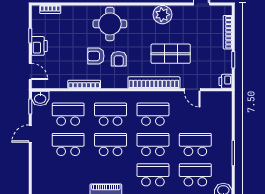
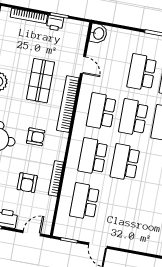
armchair: (96, 56) -> (27, 183), moved
printer: (226, 81) -> (55, 23), moved
door: (192, 90) -> (83, 65), hinge flipped
washbasin: (40, 98) -> (98, 33), moved
school desk: (68, 144) -> (117, 207), removed

